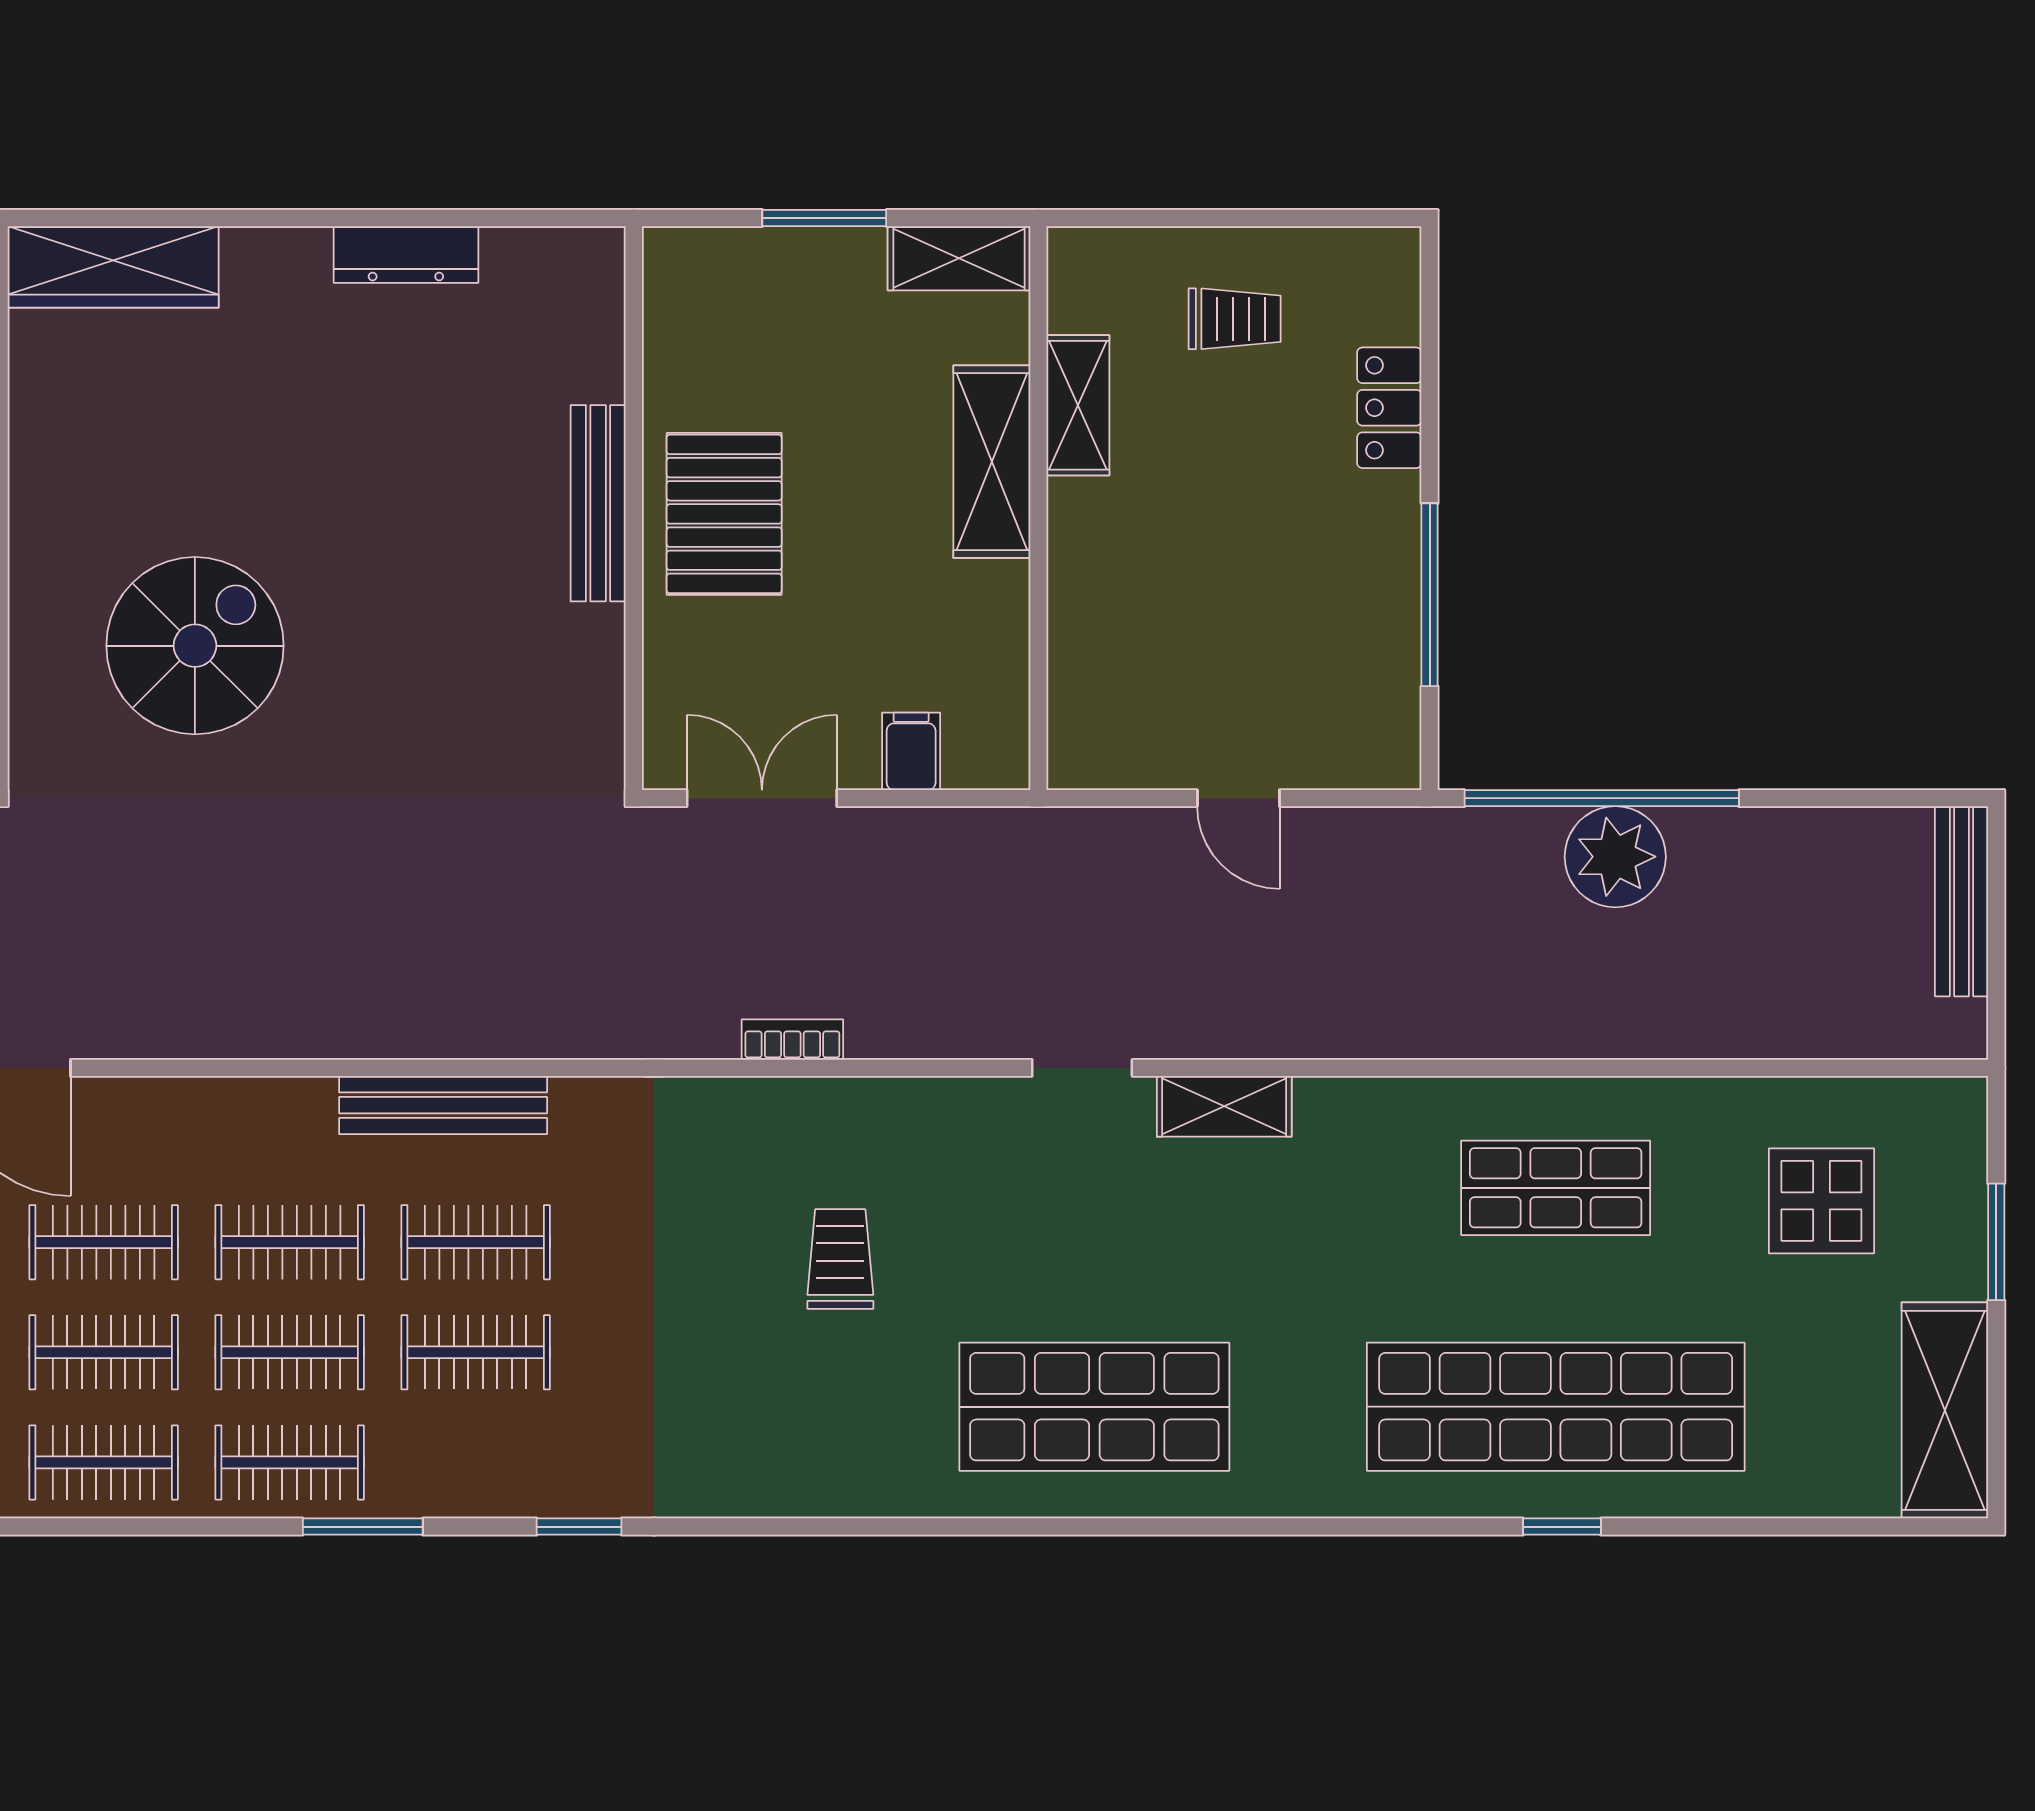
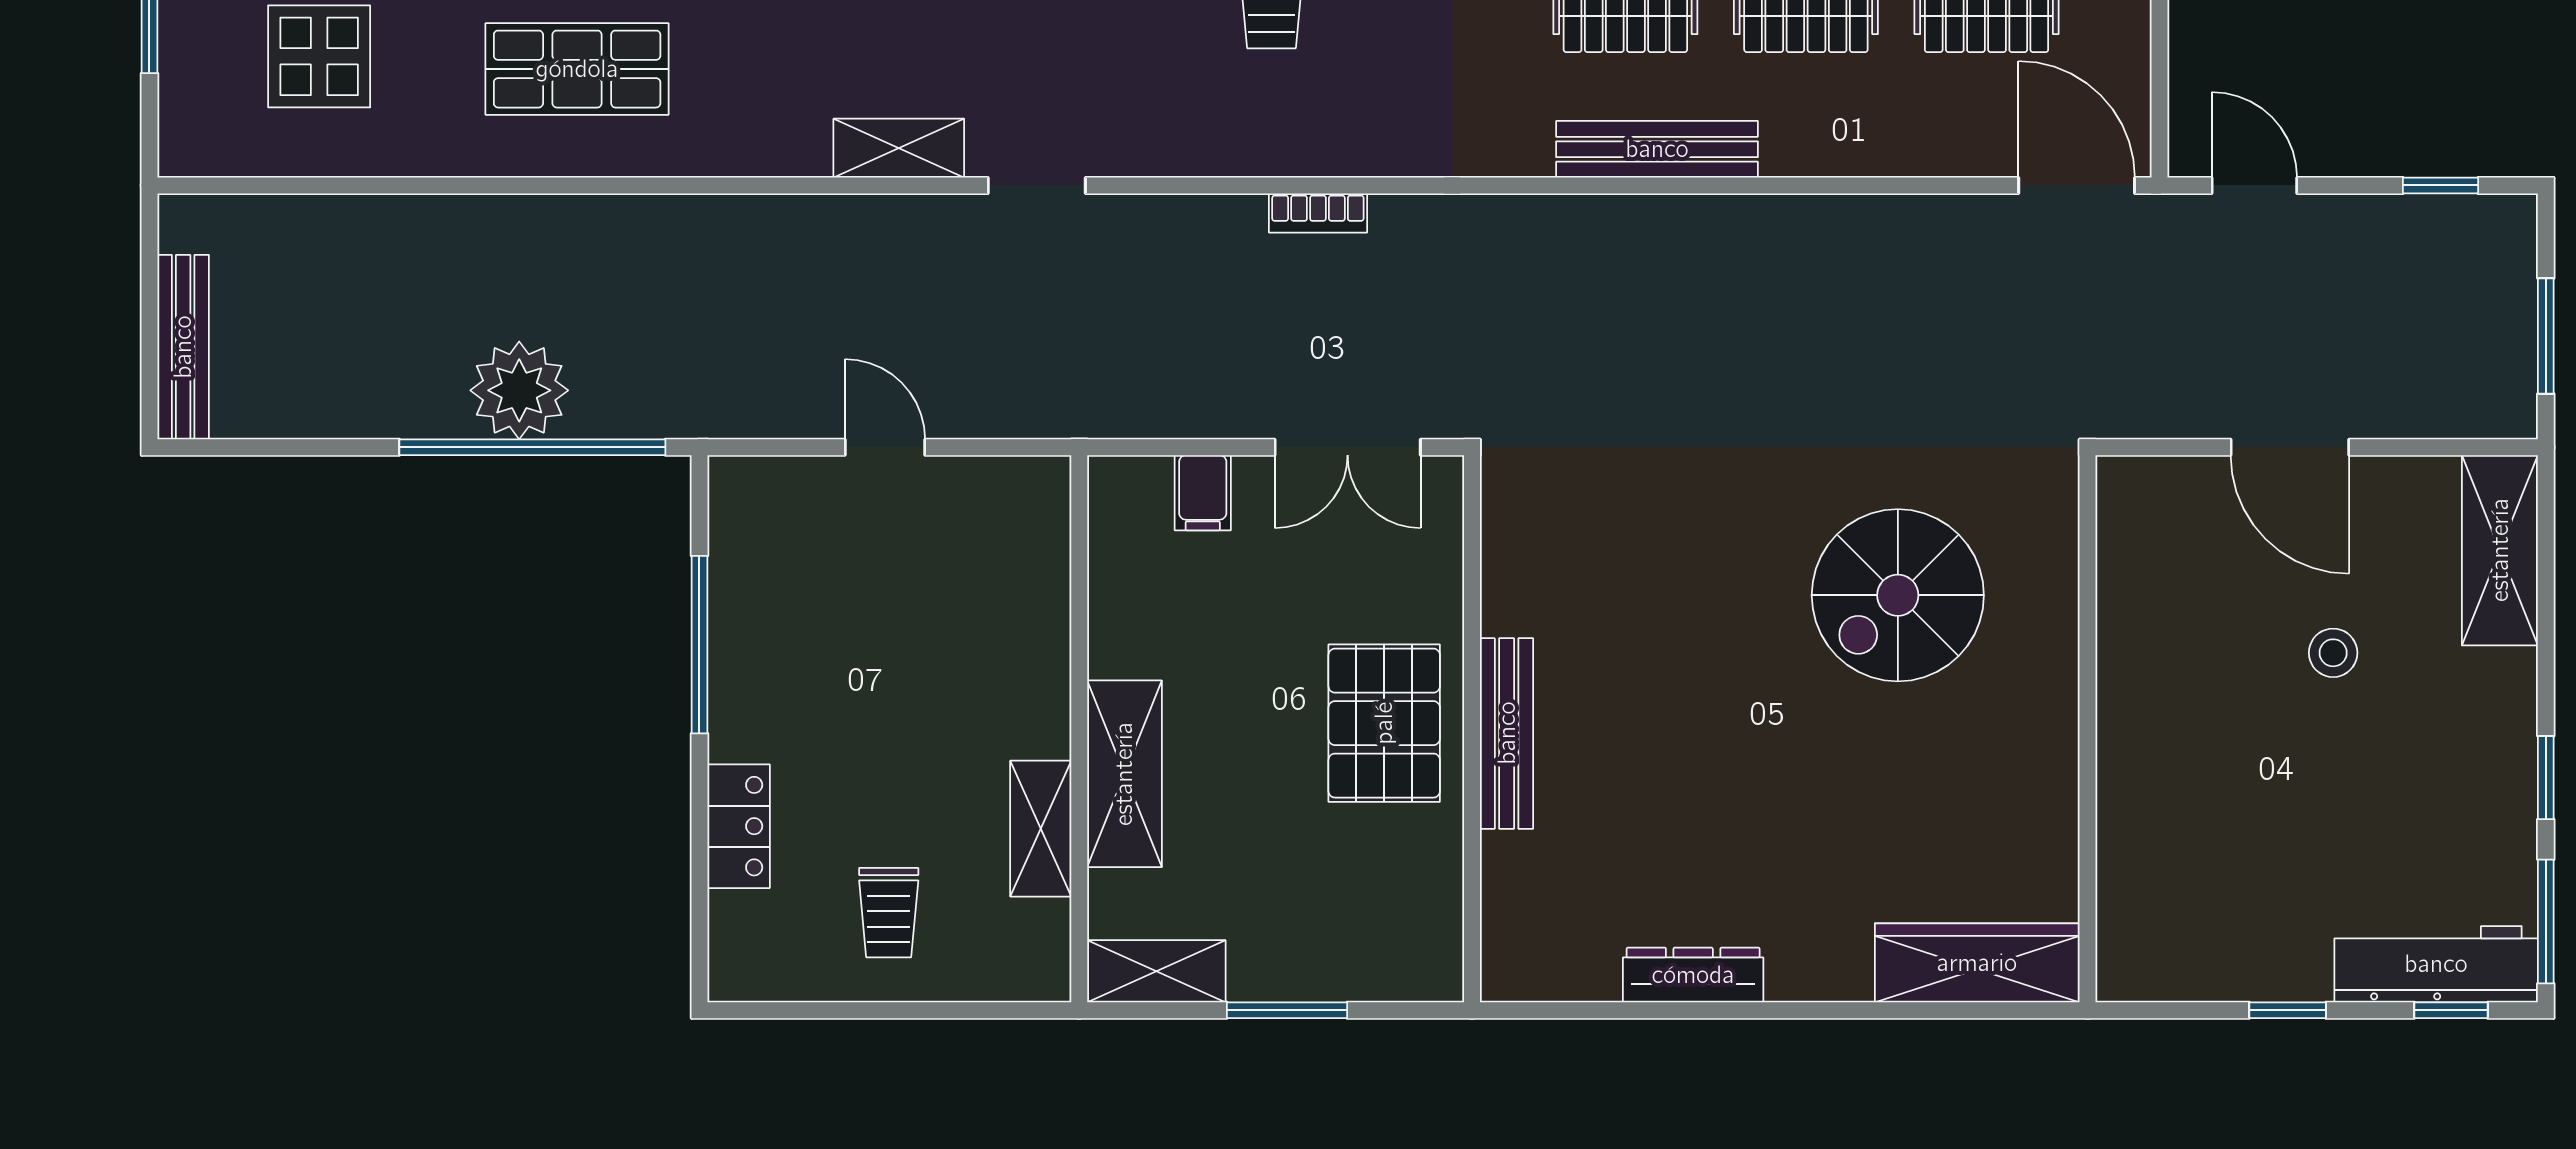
trolley: (1235, 319) -> (889, 913), turned -90

